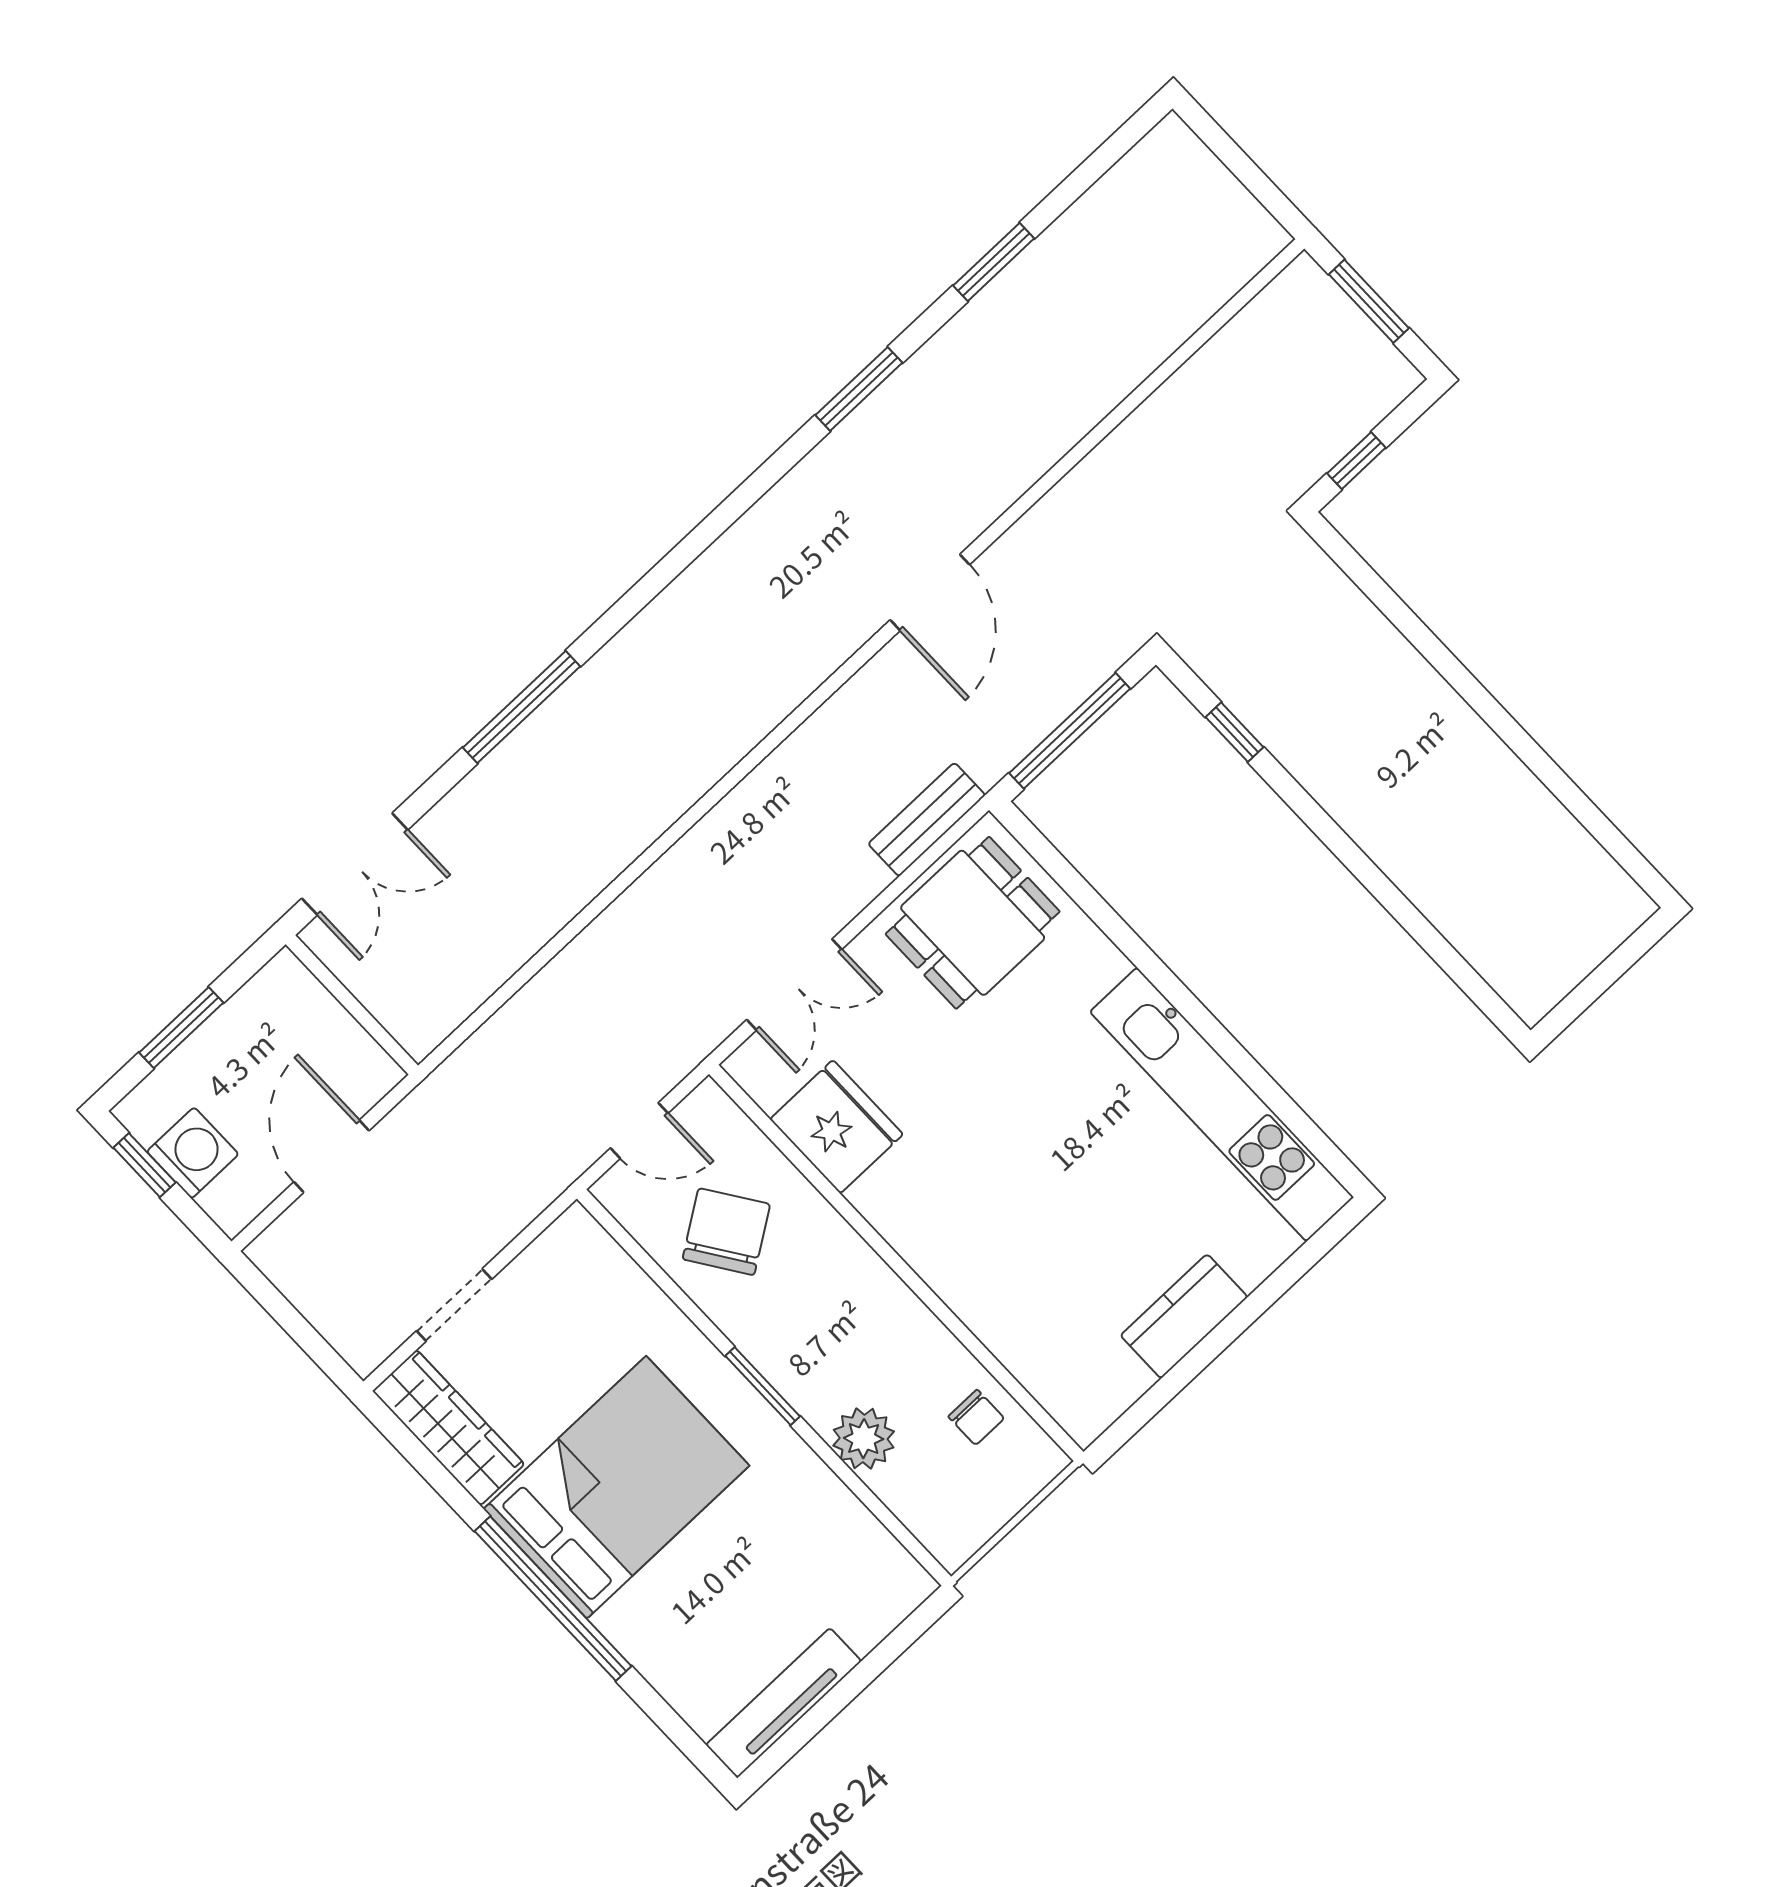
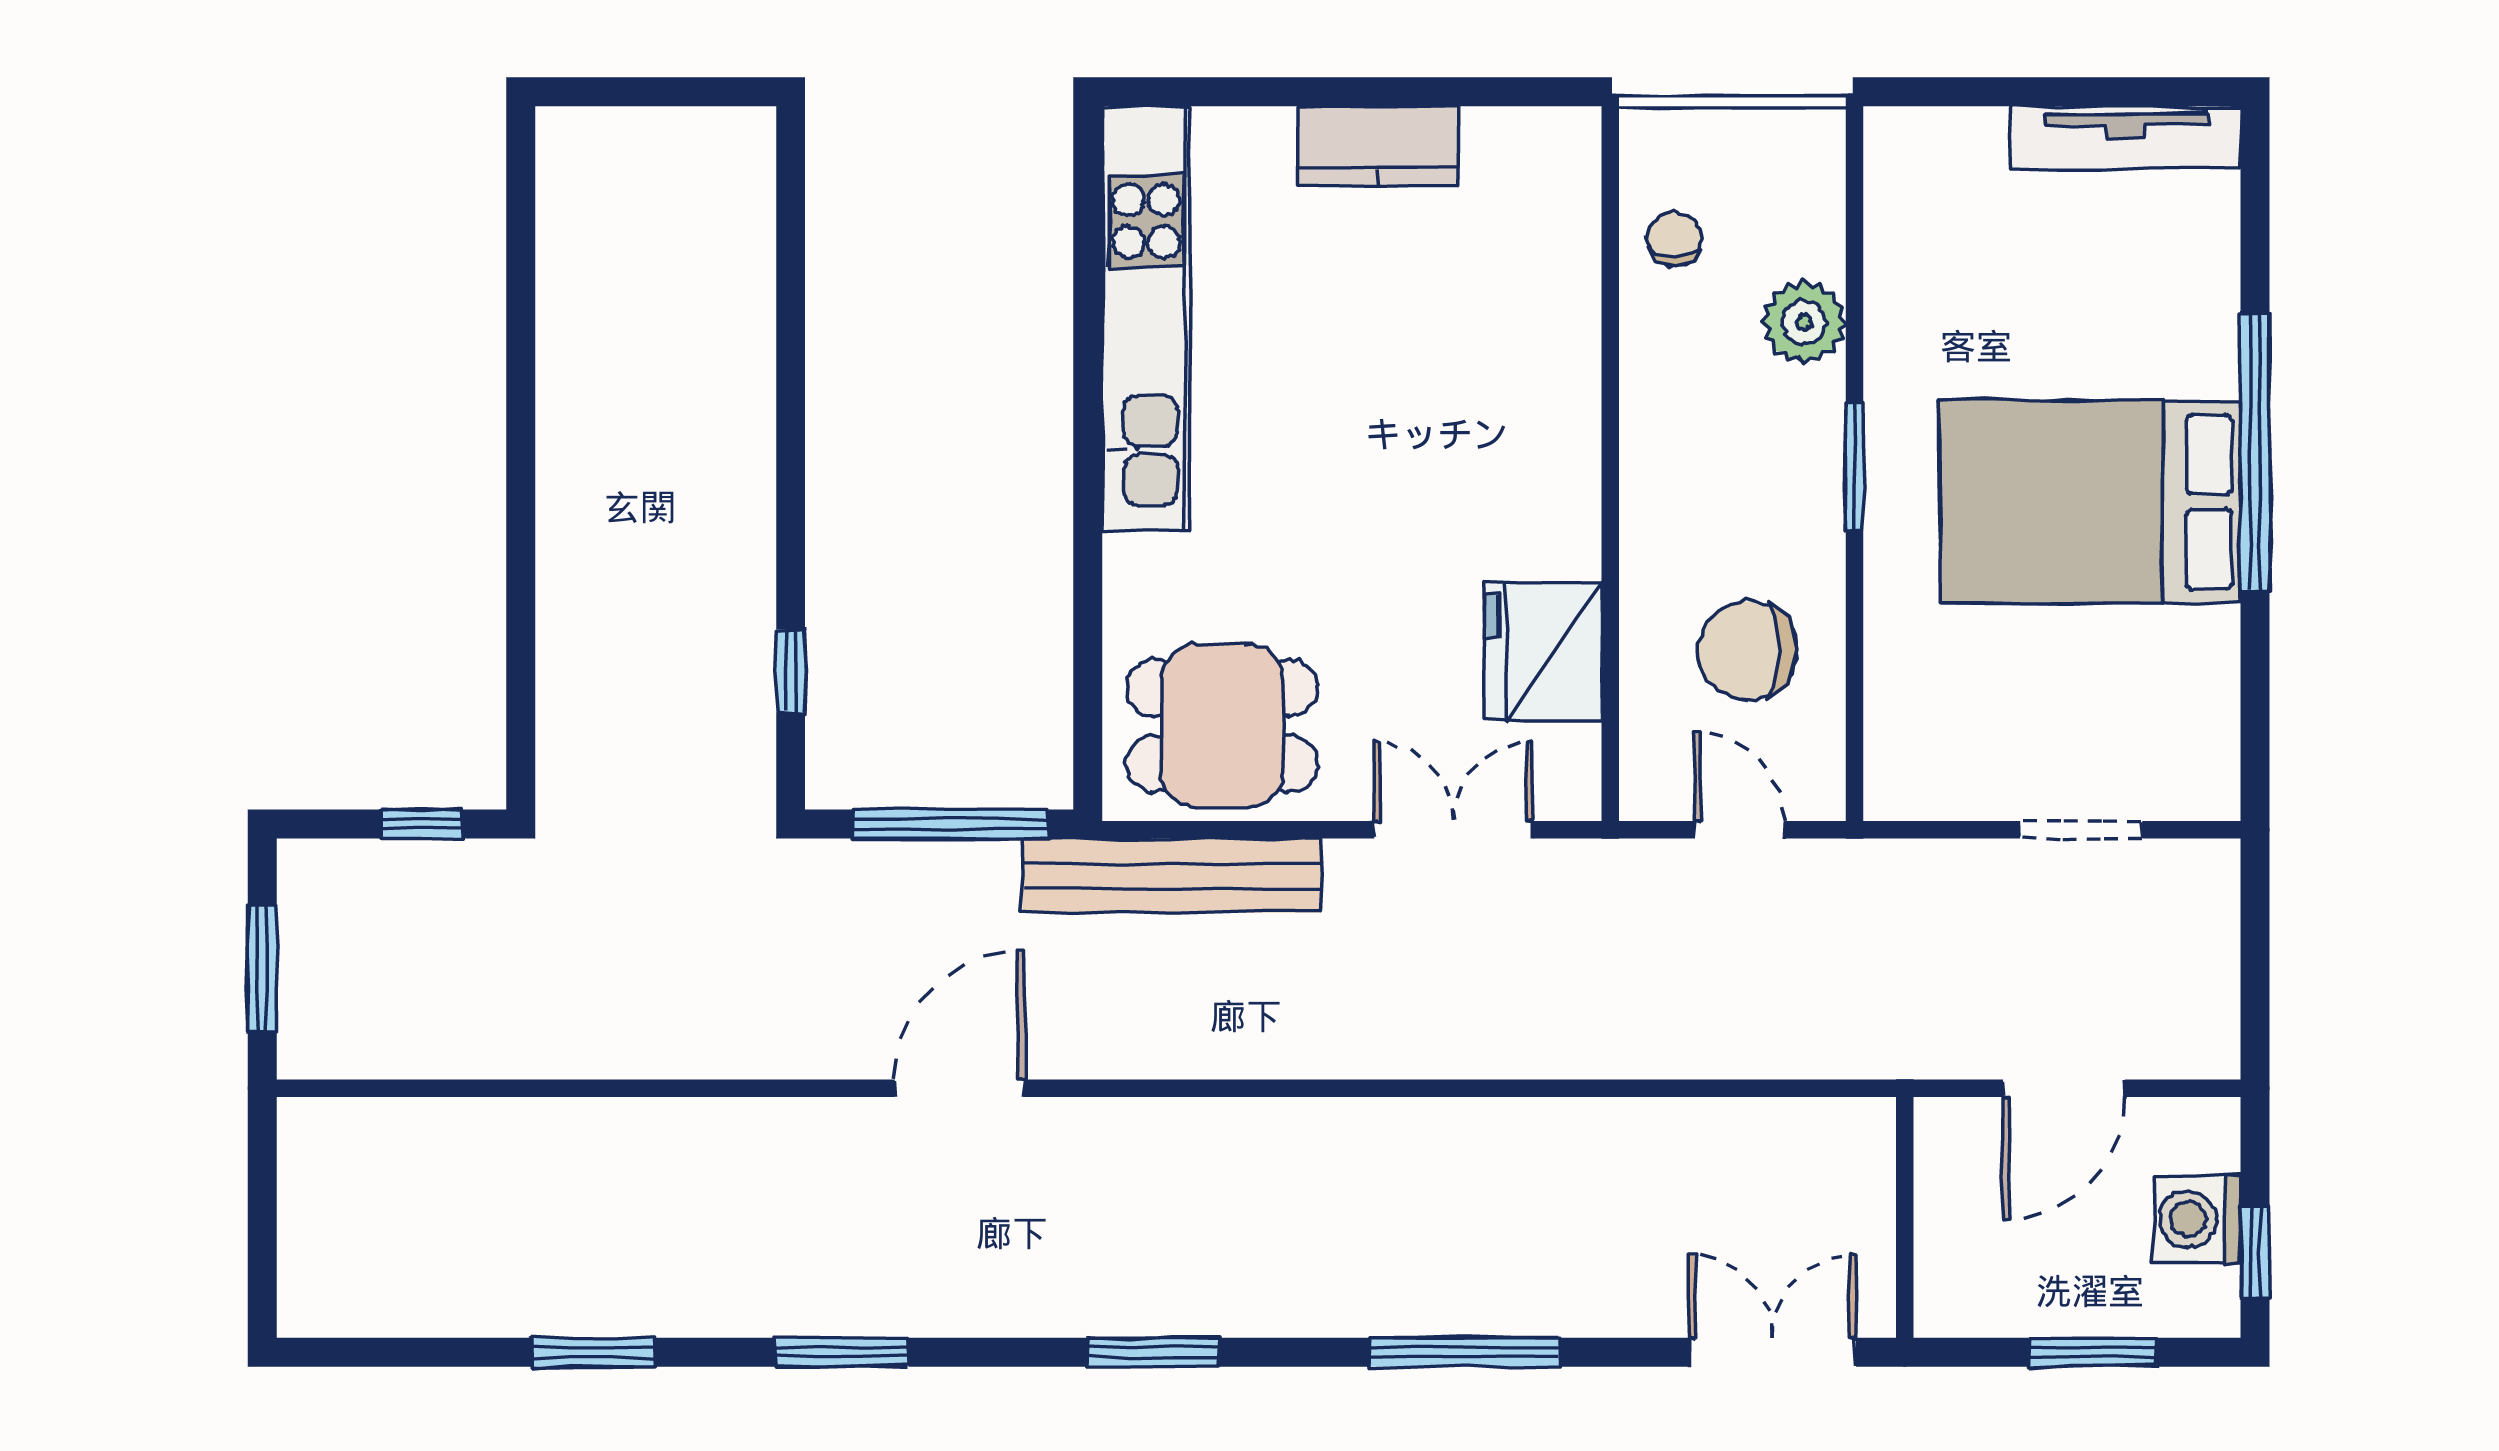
window: (690, 548) -> (1153, 1352), added
bench: (927, 820) -> (1172, 876), width x1.86, depth x1.21
chair: (726, 1232) -> (1748, 651), turned 34
wardrobe: (448, 1428) -> (2200, 715), removed

